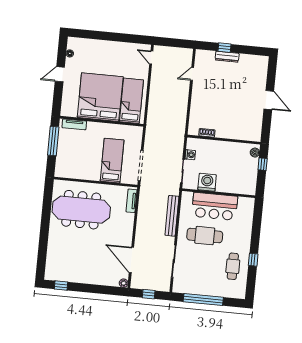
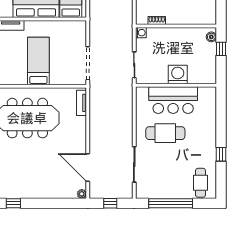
washing machine: (190, 155) -> (141, 33), moved
bed: (112, 161) -> (38, 61), moved
washing machine: (207, 182) -> (178, 74), moved
bench: (172, 216) -> (127, 115), removed
cafe table: (233, 266) -> (200, 183), moved

